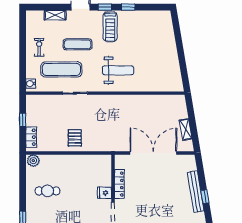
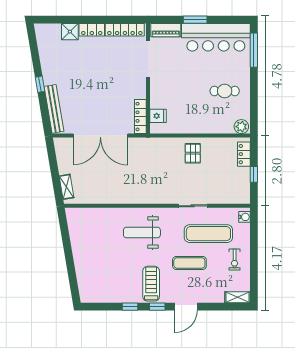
shelving: (55, 15) -> (237, 297), moved
shelving: (186, 130) -> (67, 187), moved
locker: (119, 184) -> (140, 117), moved
bench: (196, 192) -> (54, 109), moved
fridge: (104, 193) -> (158, 116), moved

